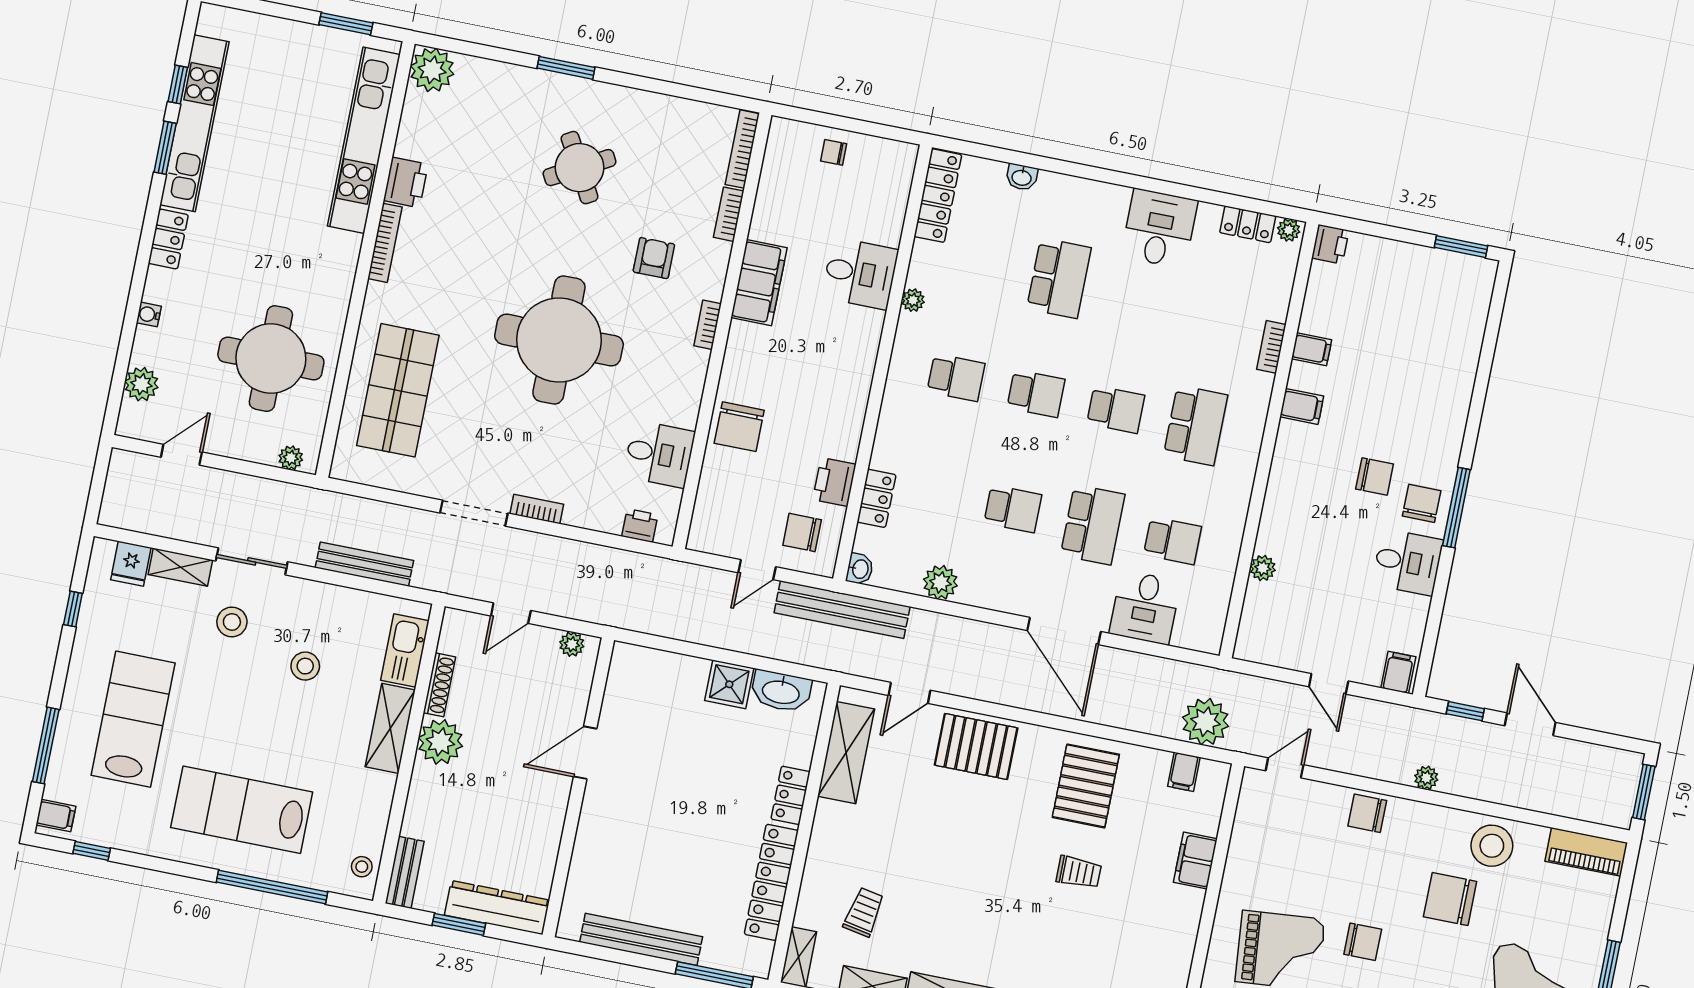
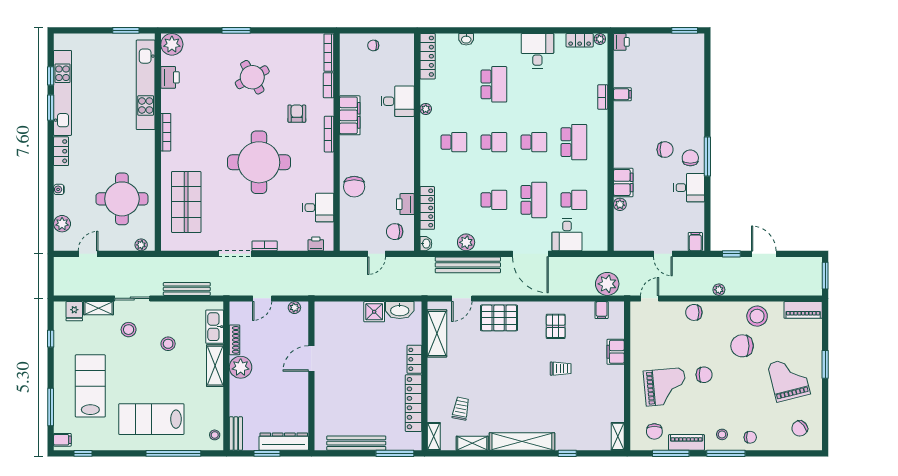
printer: (406, 182) -> (170, 77), moved
bookcase: (708, 325) -> (329, 134), width x1.56
filing cabinet: (1302, 406) -> (623, 182), moved, width x2.00
locker: (876, 498) -> (427, 208), width x1.53
bench: (842, 610) -> (468, 265), moved
pallet: (1086, 786) -> (556, 326), width x0.67, depth x0.71

